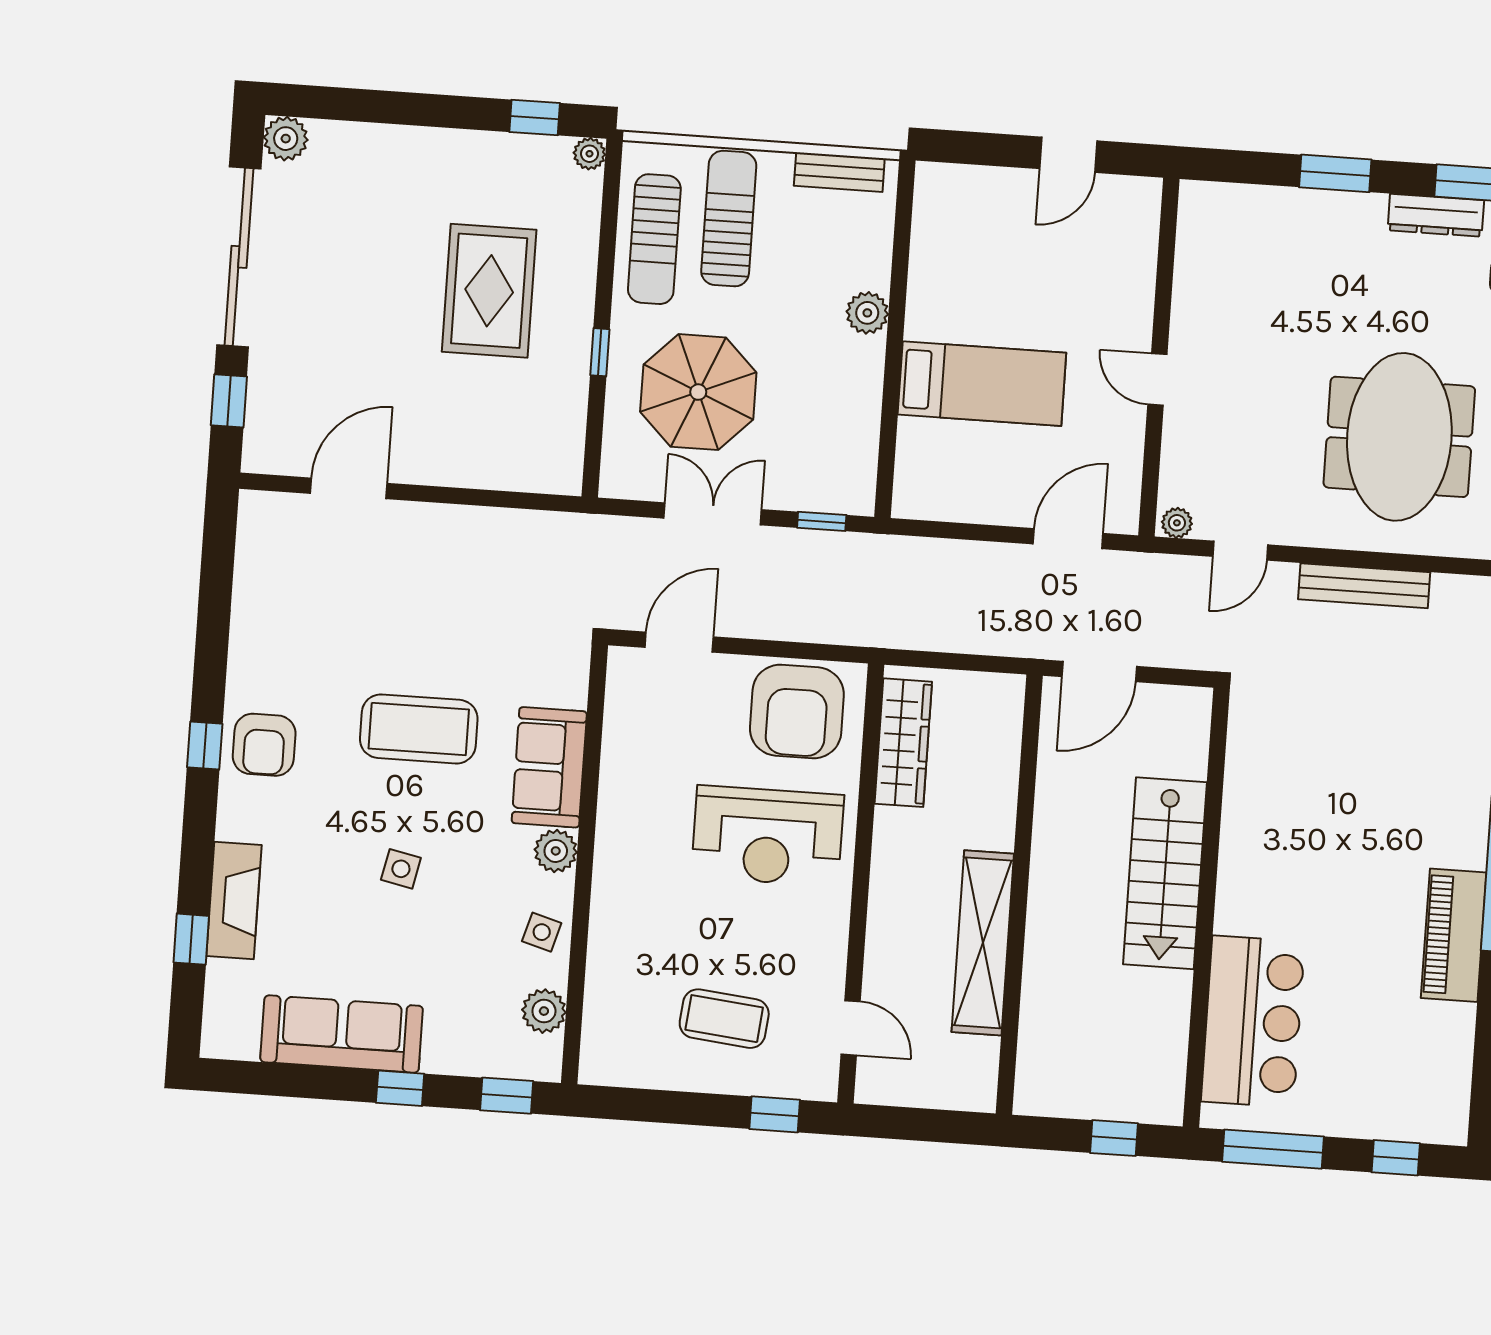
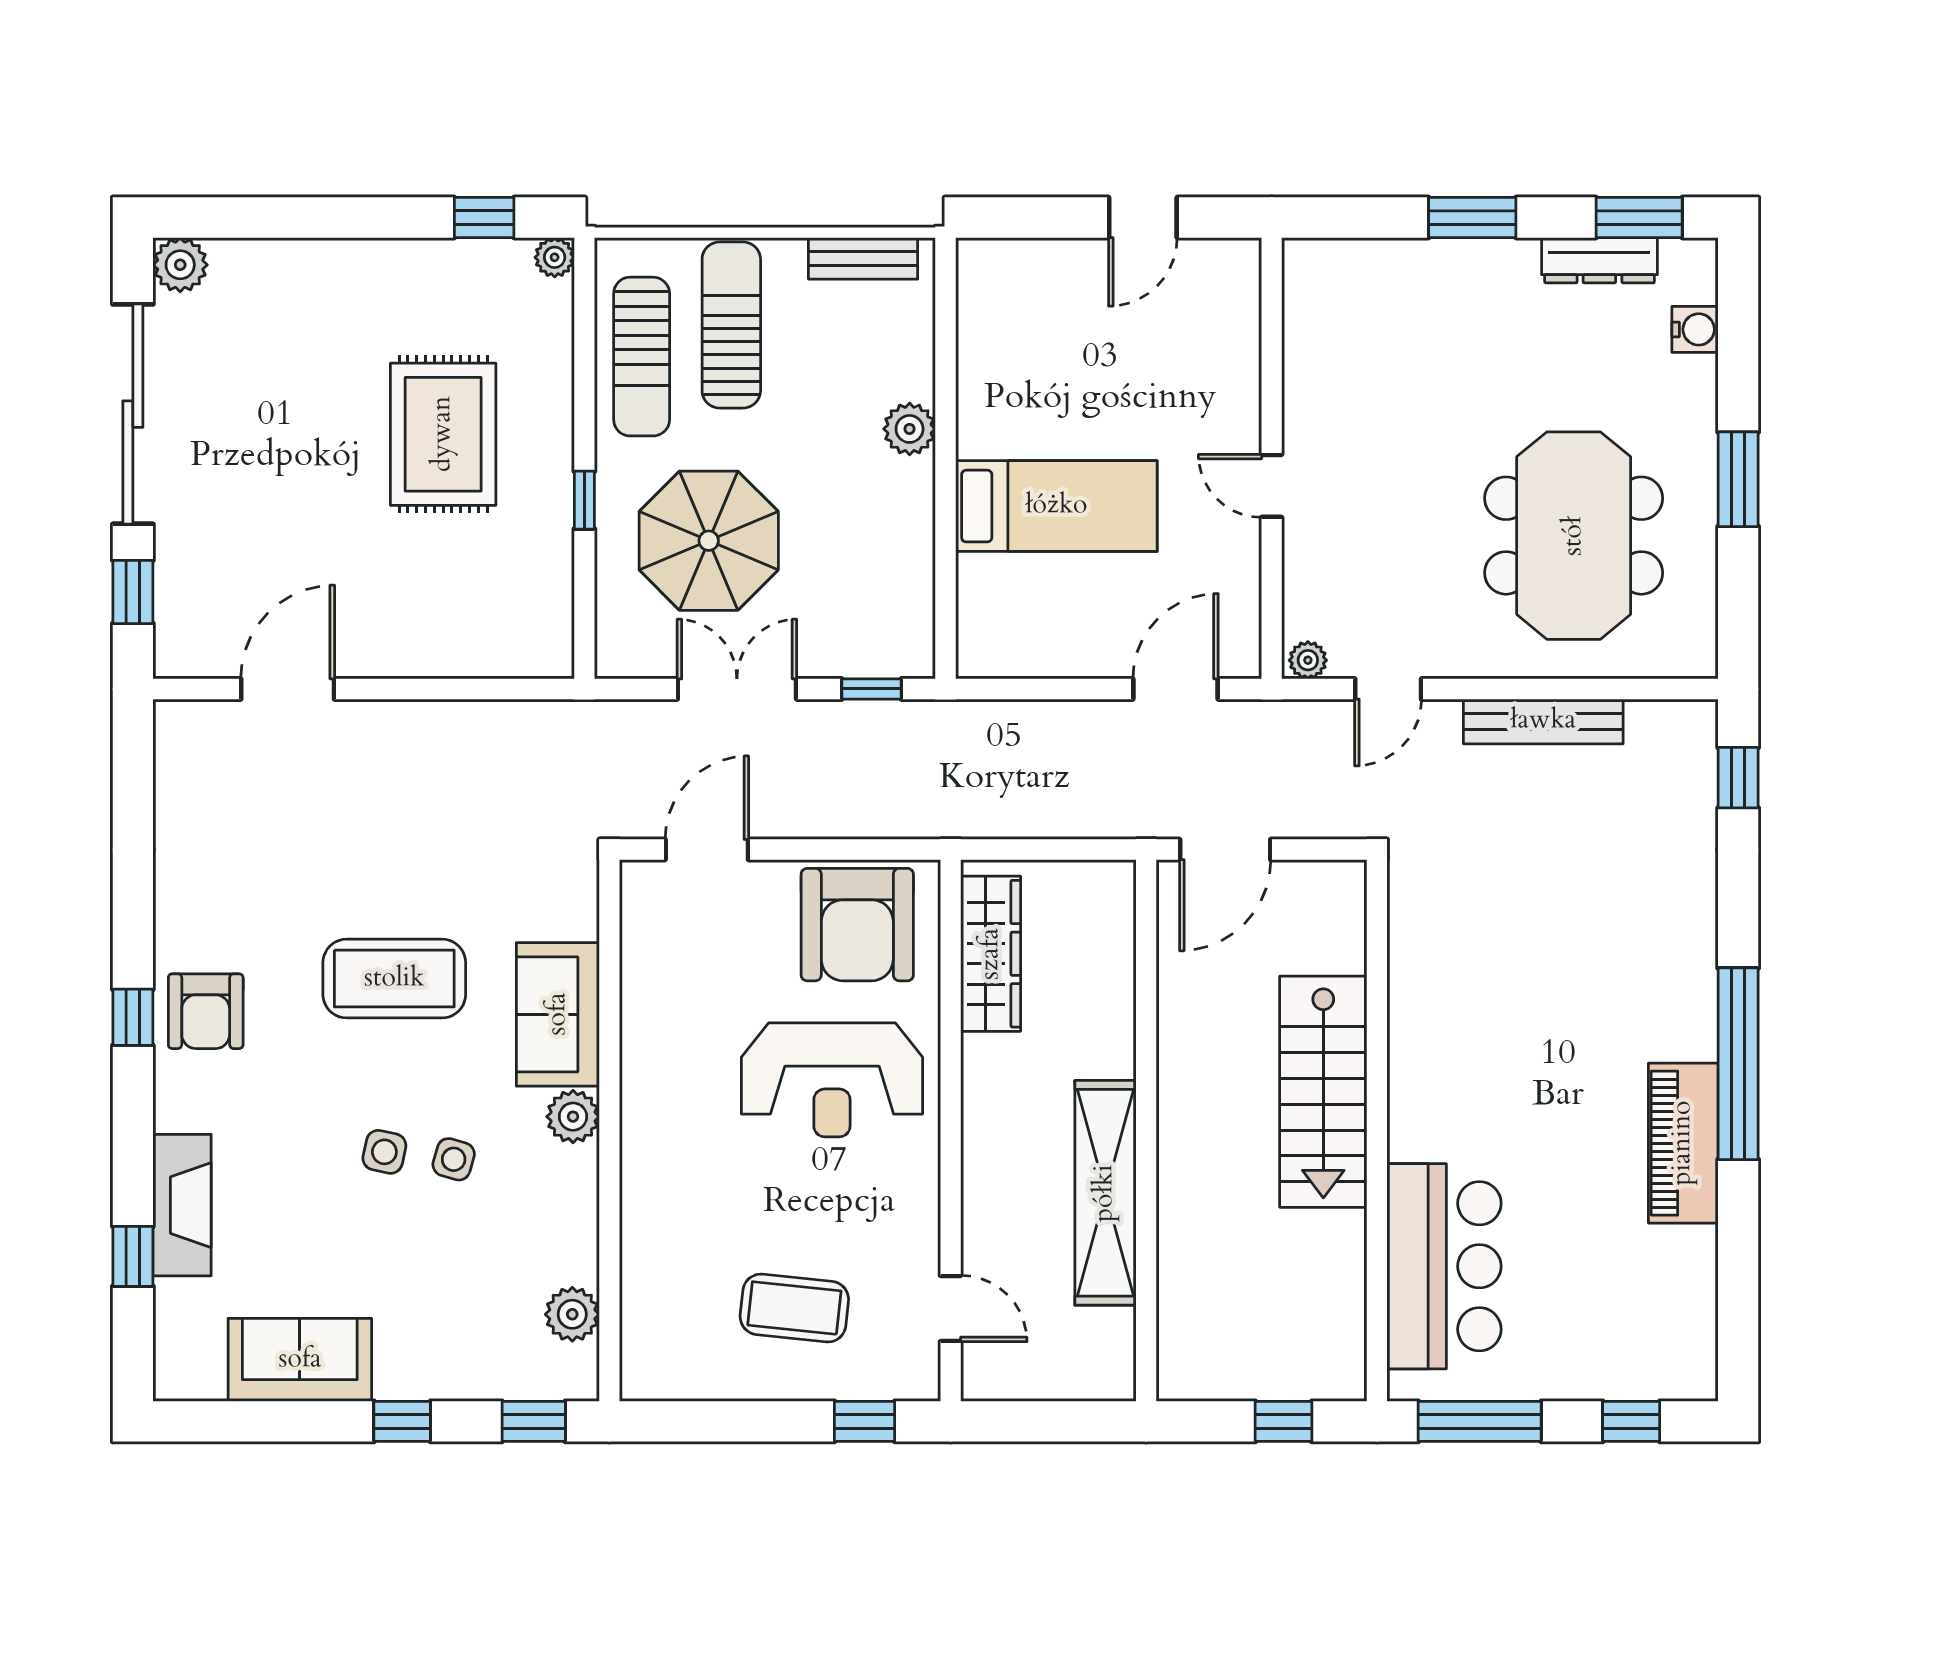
side table: (542, 932) -> (454, 1159), moved
sofa: (342, 1034) -> (300, 1360), width x0.73

